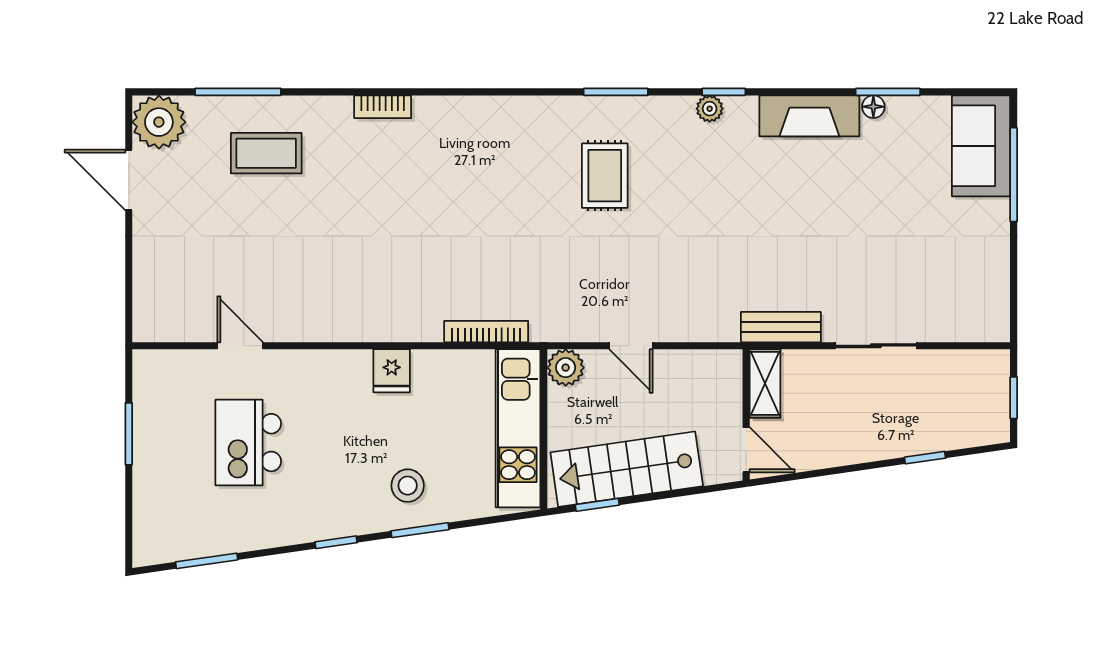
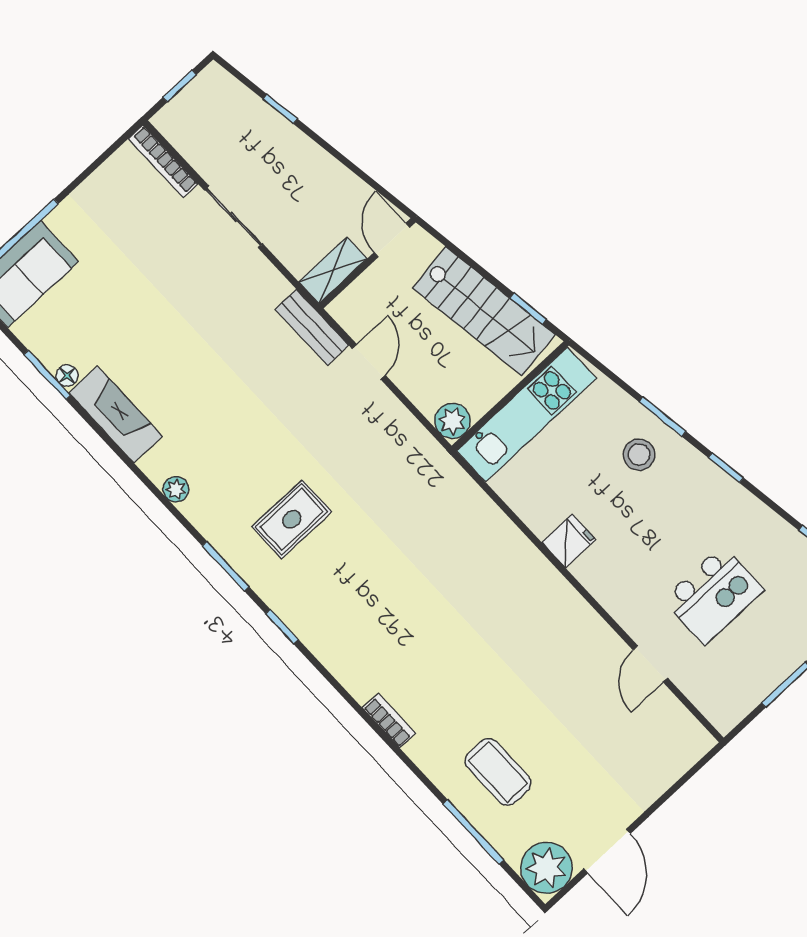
window: (724, 92) -> (282, 627), moved
bench: (781, 327) -> (312, 327), moved
bookcase: (486, 332) -> (163, 161), moved
door: (631, 346) -> (369, 362), moved

